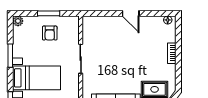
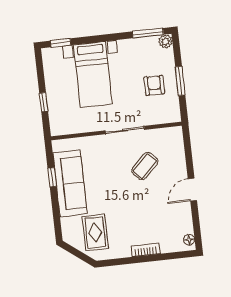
armchair: (50, 33) -> (154, 85), turned 90
coffee table: (109, 47) -> (145, 166), added
window: (10, 56) -> (148, 33), moved

